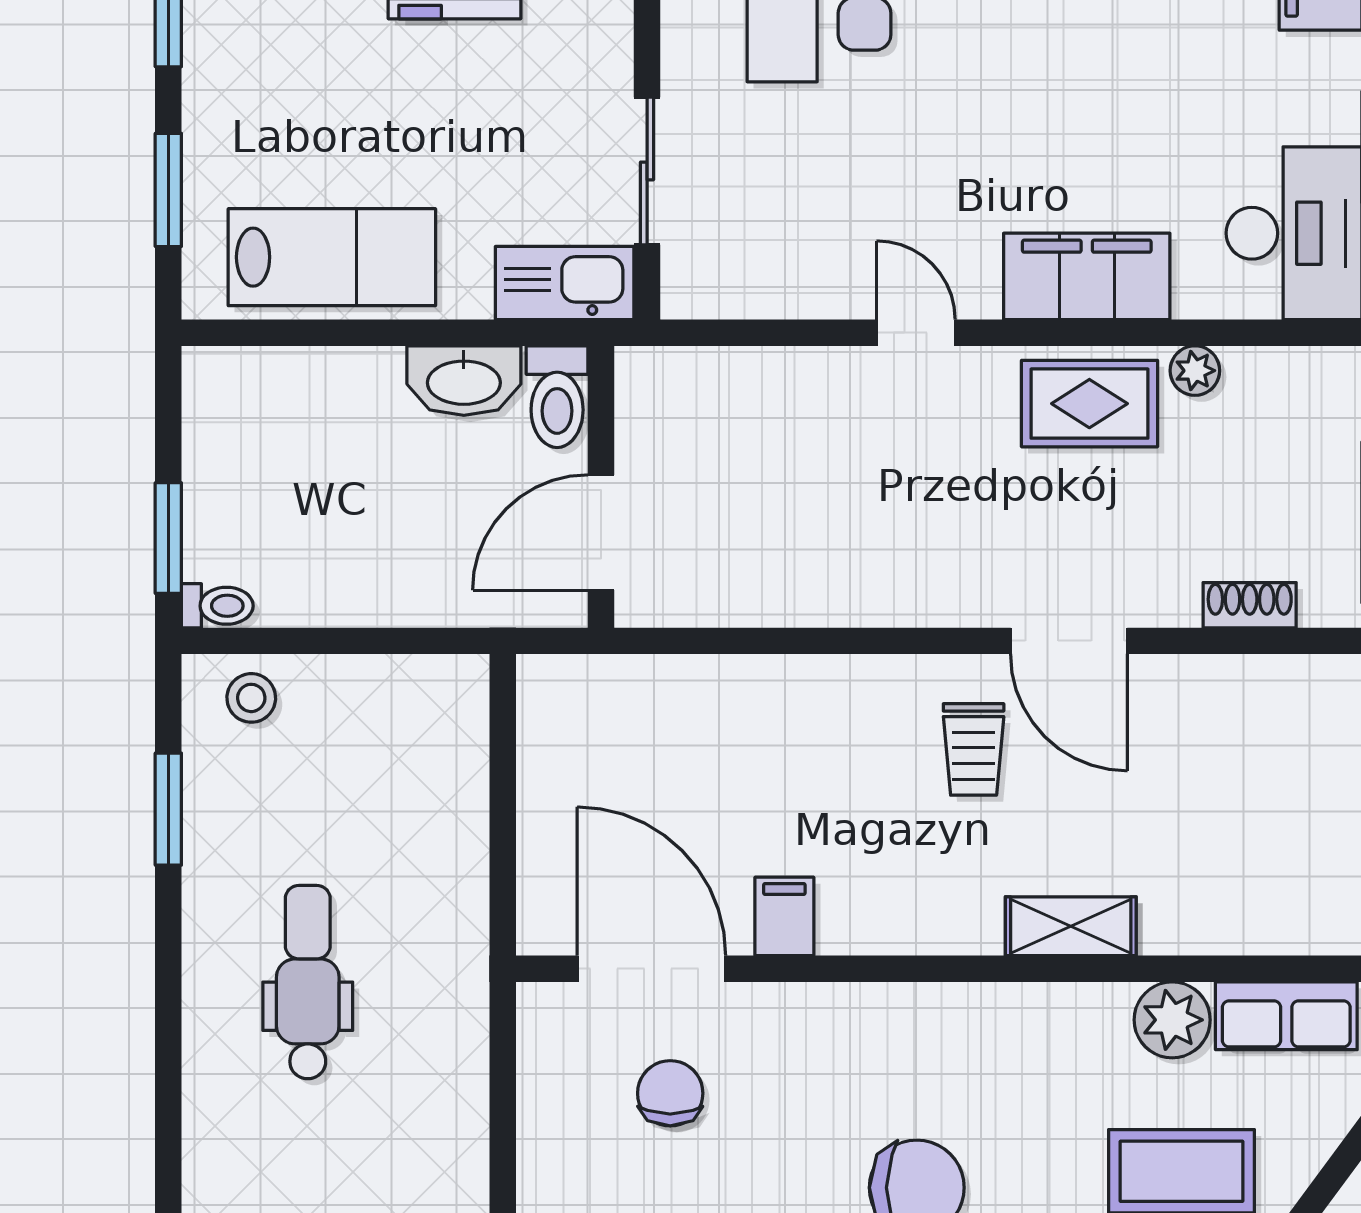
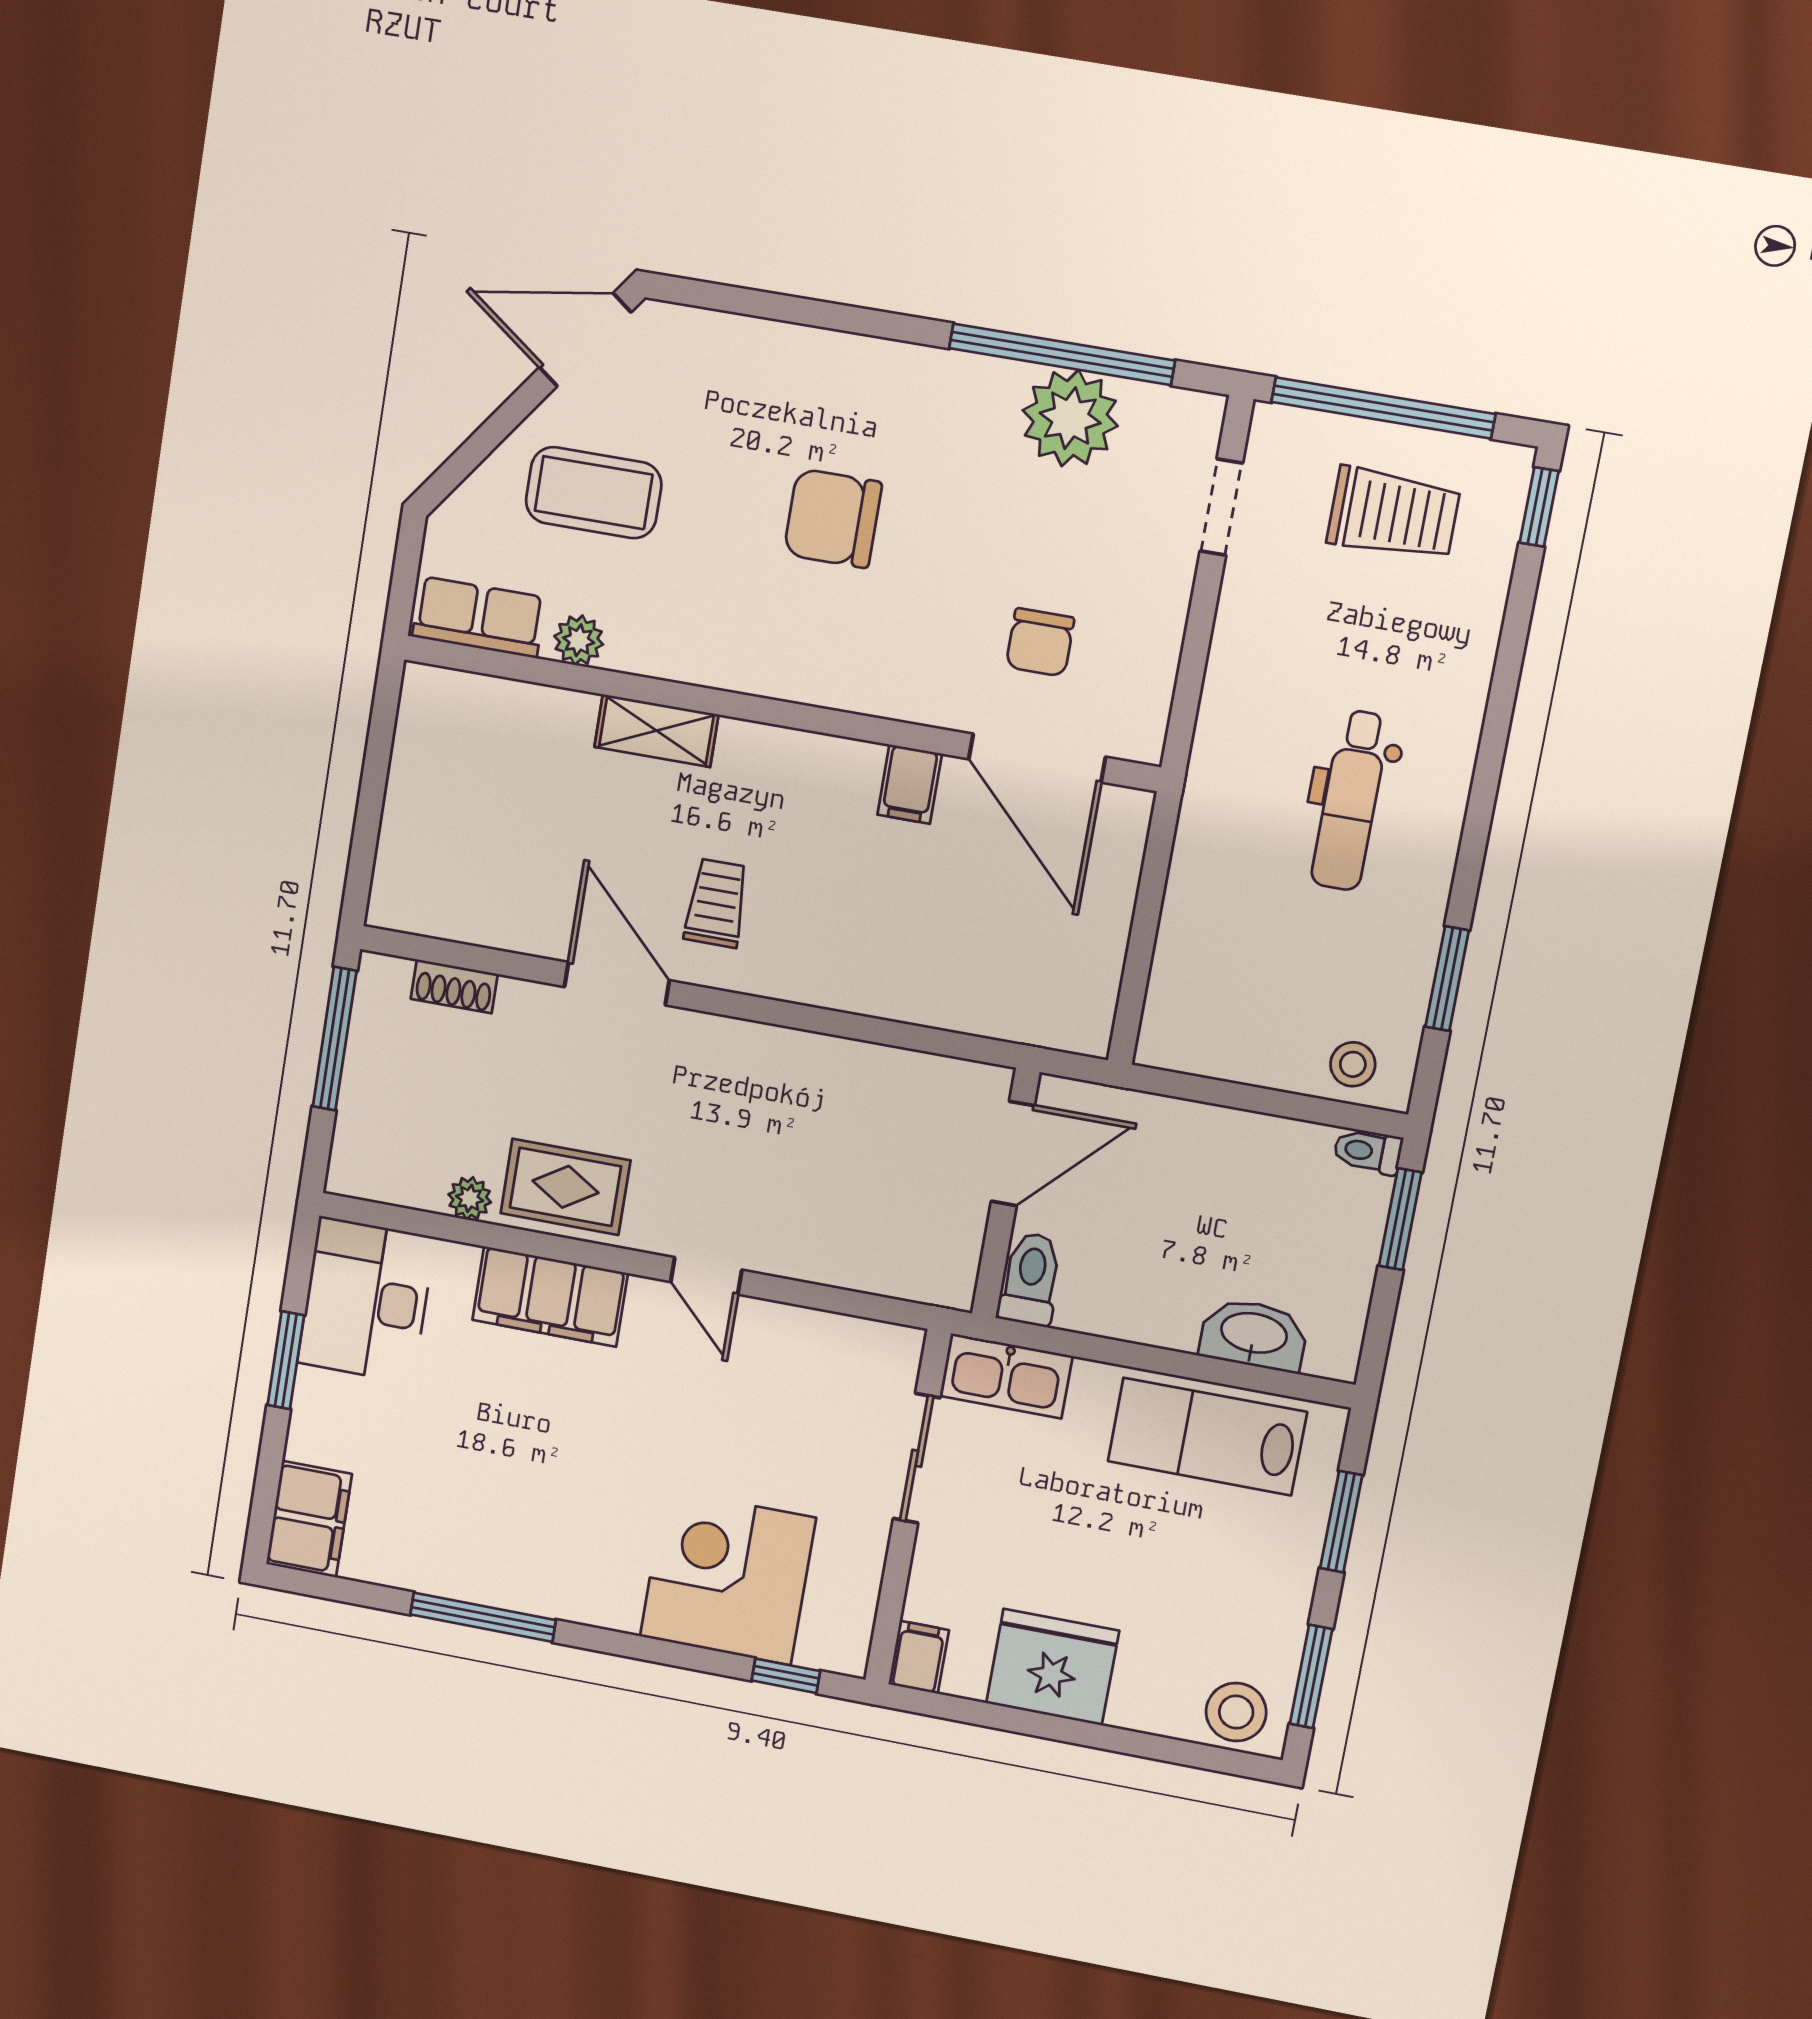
washbasin: (464, 381) -> (1254, 1335), moved
plant: (1172, 1020) -> (579, 640), width x0.73, depth x0.73

